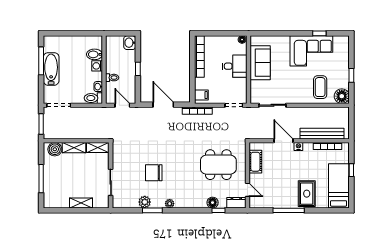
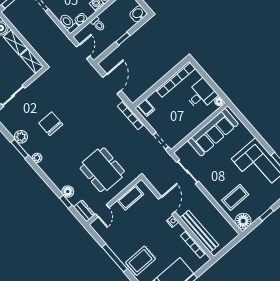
sofa: (260, 63) -> (213, 132), width x1.36
desk: (235, 66) -> (201, 95), moved, turned -90

